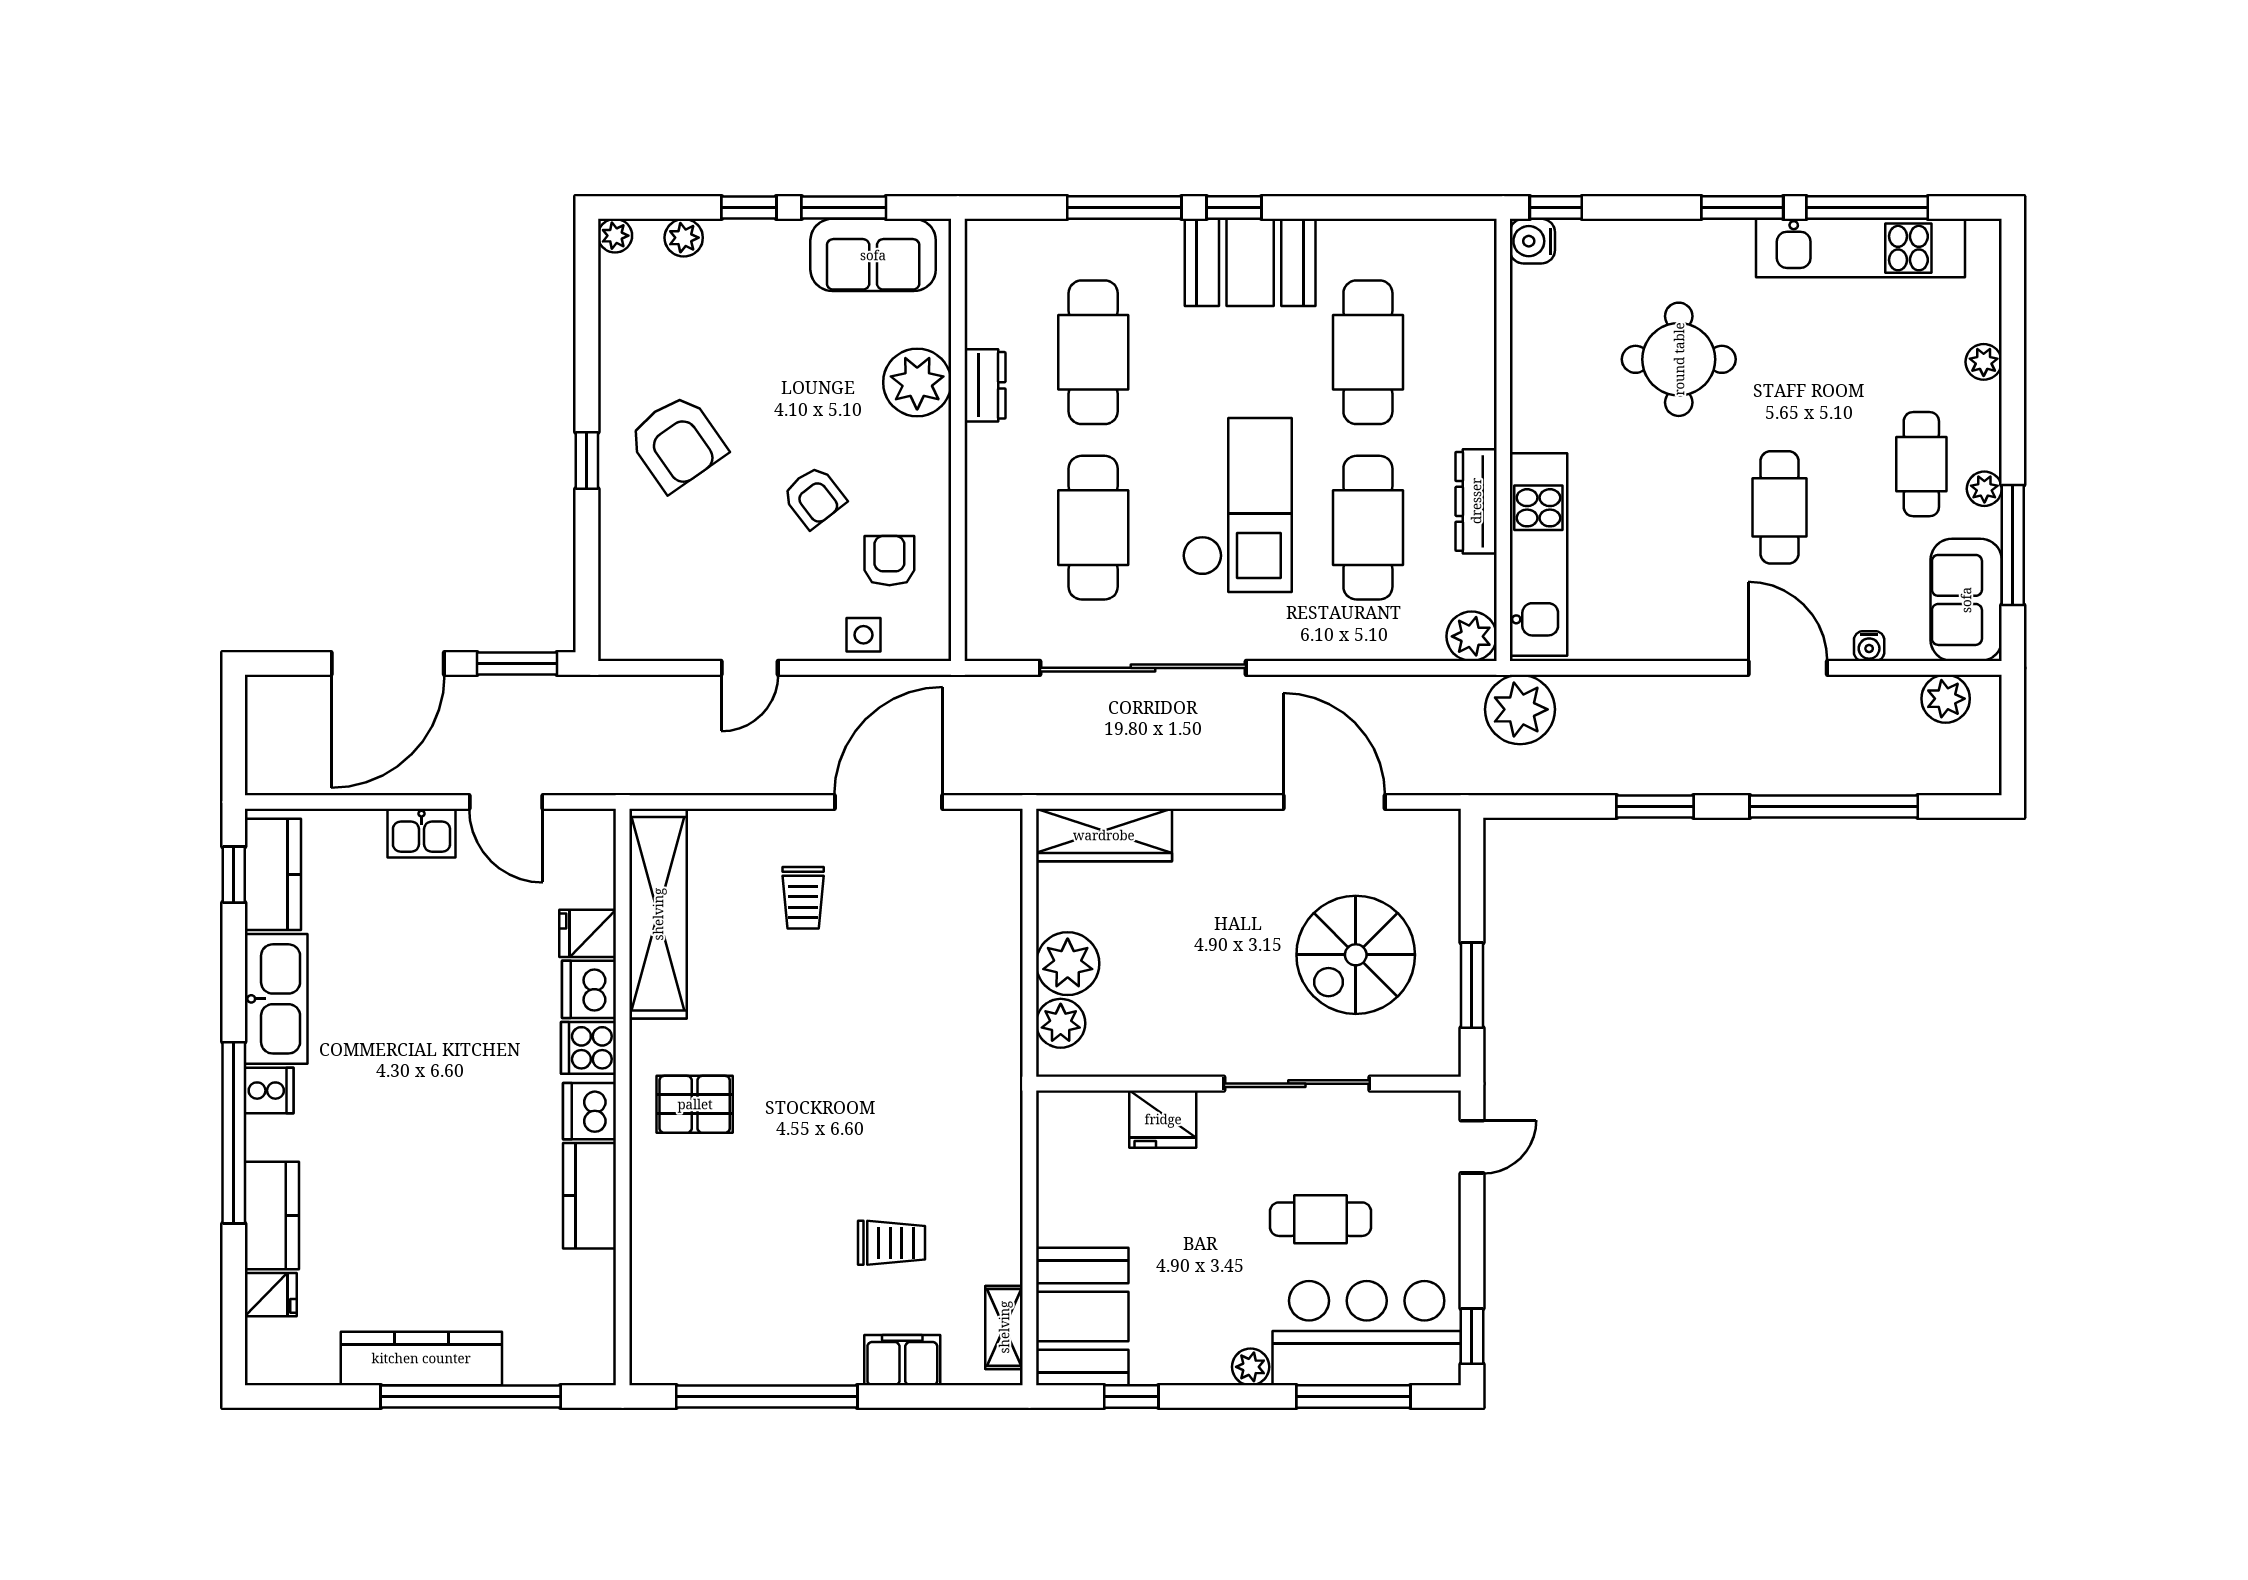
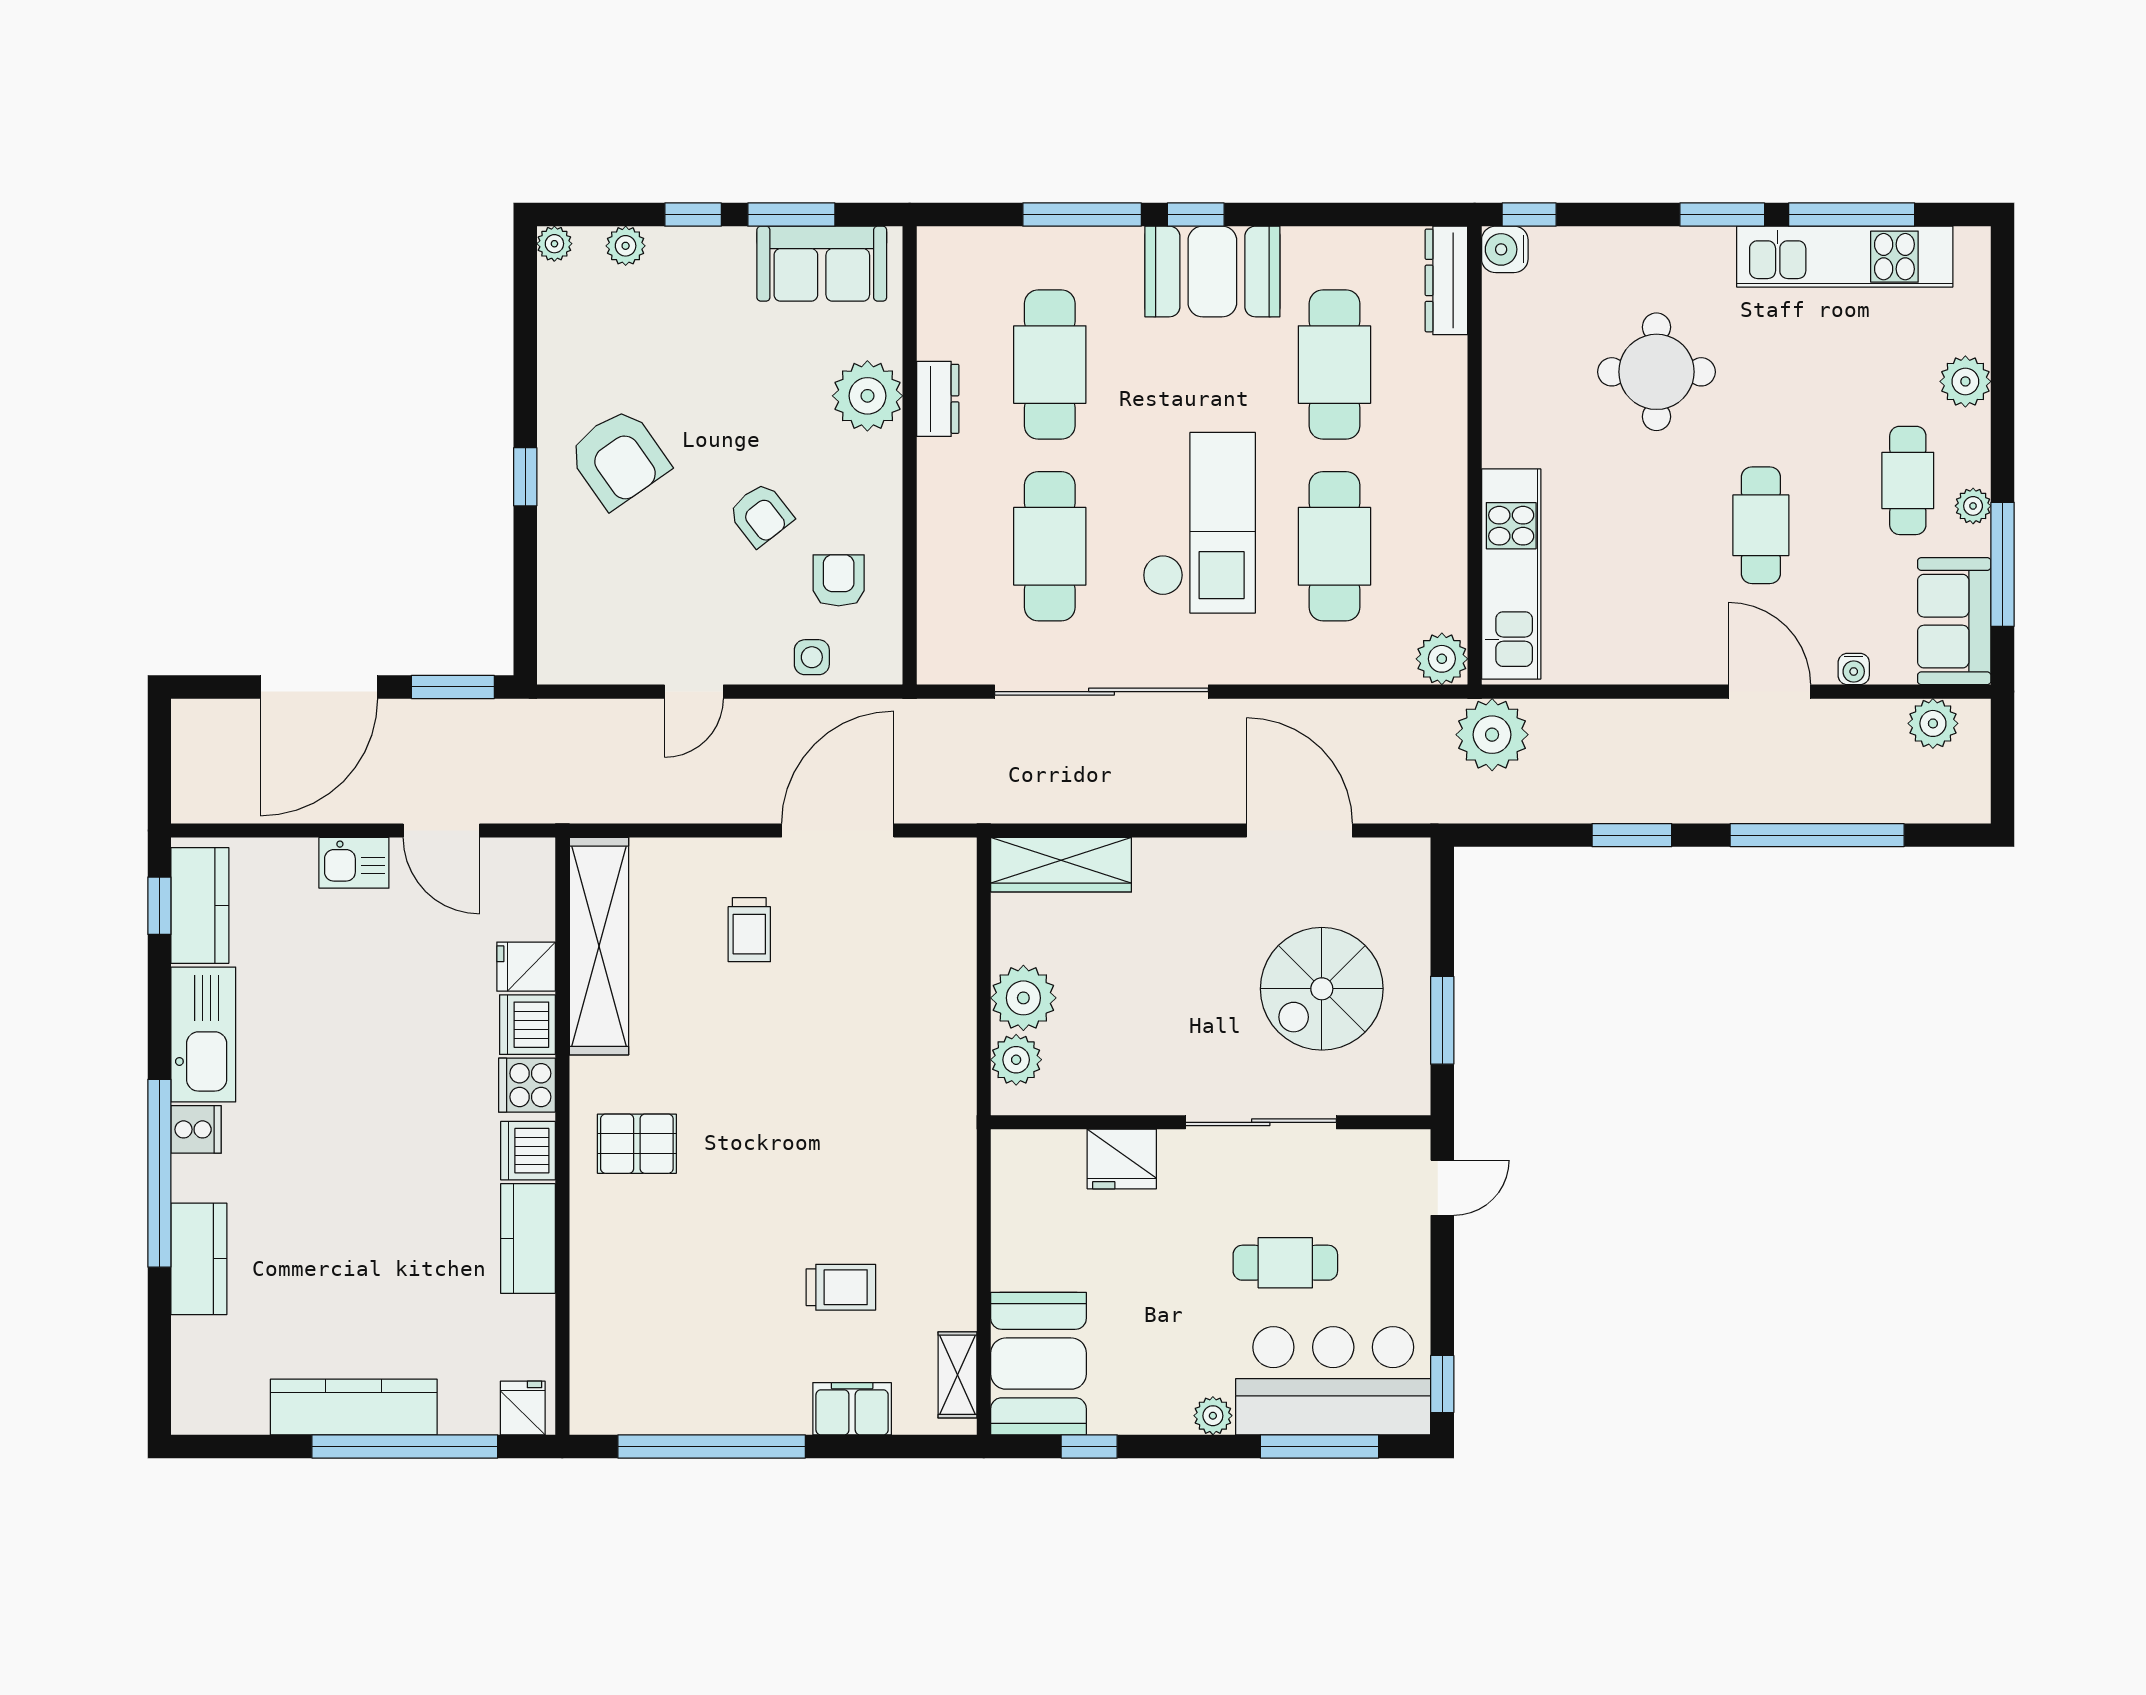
plant: (1984, 362) -> (1965, 381), width x1.38, depth x1.38
dresser: (1476, 501) -> (1446, 280), moved
fridge: (271, 1295) -> (523, 1408), moved, turned -90

